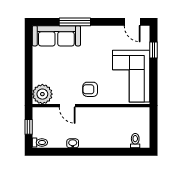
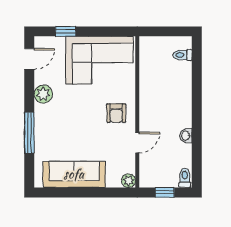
plant: (105, 33) -> (43, 94), added
sofa: (56, 36) -> (74, 174), moved, turned -90
plant: (42, 94) -> (128, 181), width x0.53, depth x0.53

